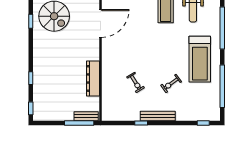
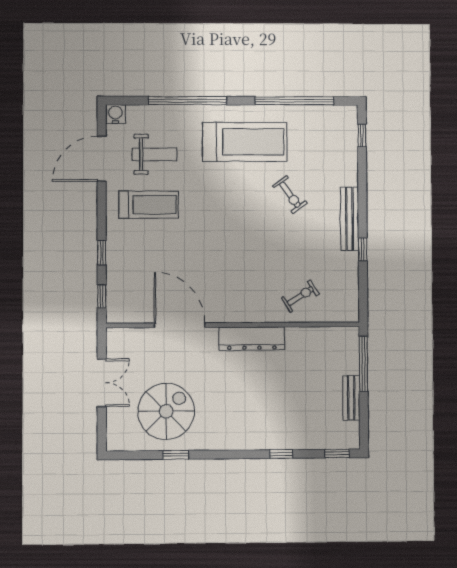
dresser: (93, 78) -> (252, 339), moved
exercise bike: (135, 82) -> (300, 296), moved
bench: (86, 116) -> (351, 398), moved

